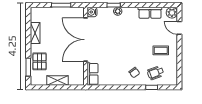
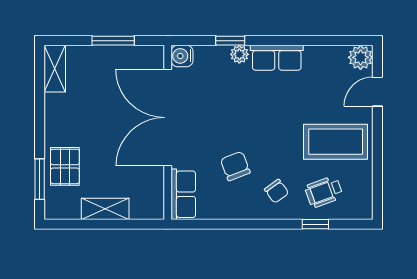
row of seats: (150, 13) -> (277, 58), moved
door: (179, 28) -> (377, 92), hinge flipped
shelving: (35, 33) -> (55, 69), moved
coffee table: (161, 50) -> (336, 142), width x1.86, depth x1.72
chair: (116, 61) -> (235, 166), added

